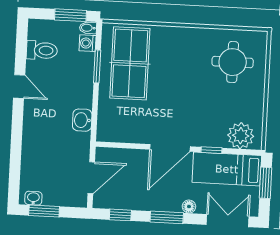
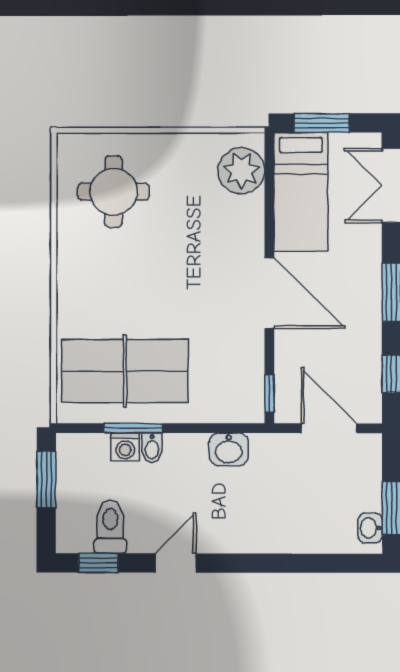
bidet: (88, 28) -> (152, 448), moved
window: (21, 43) -> (98, 563), added
washing machine: (88, 43) -> (125, 447), moved
window: (212, 150) -> (269, 394), moved
floor lamp: (189, 207) -> (370, 254), removed

